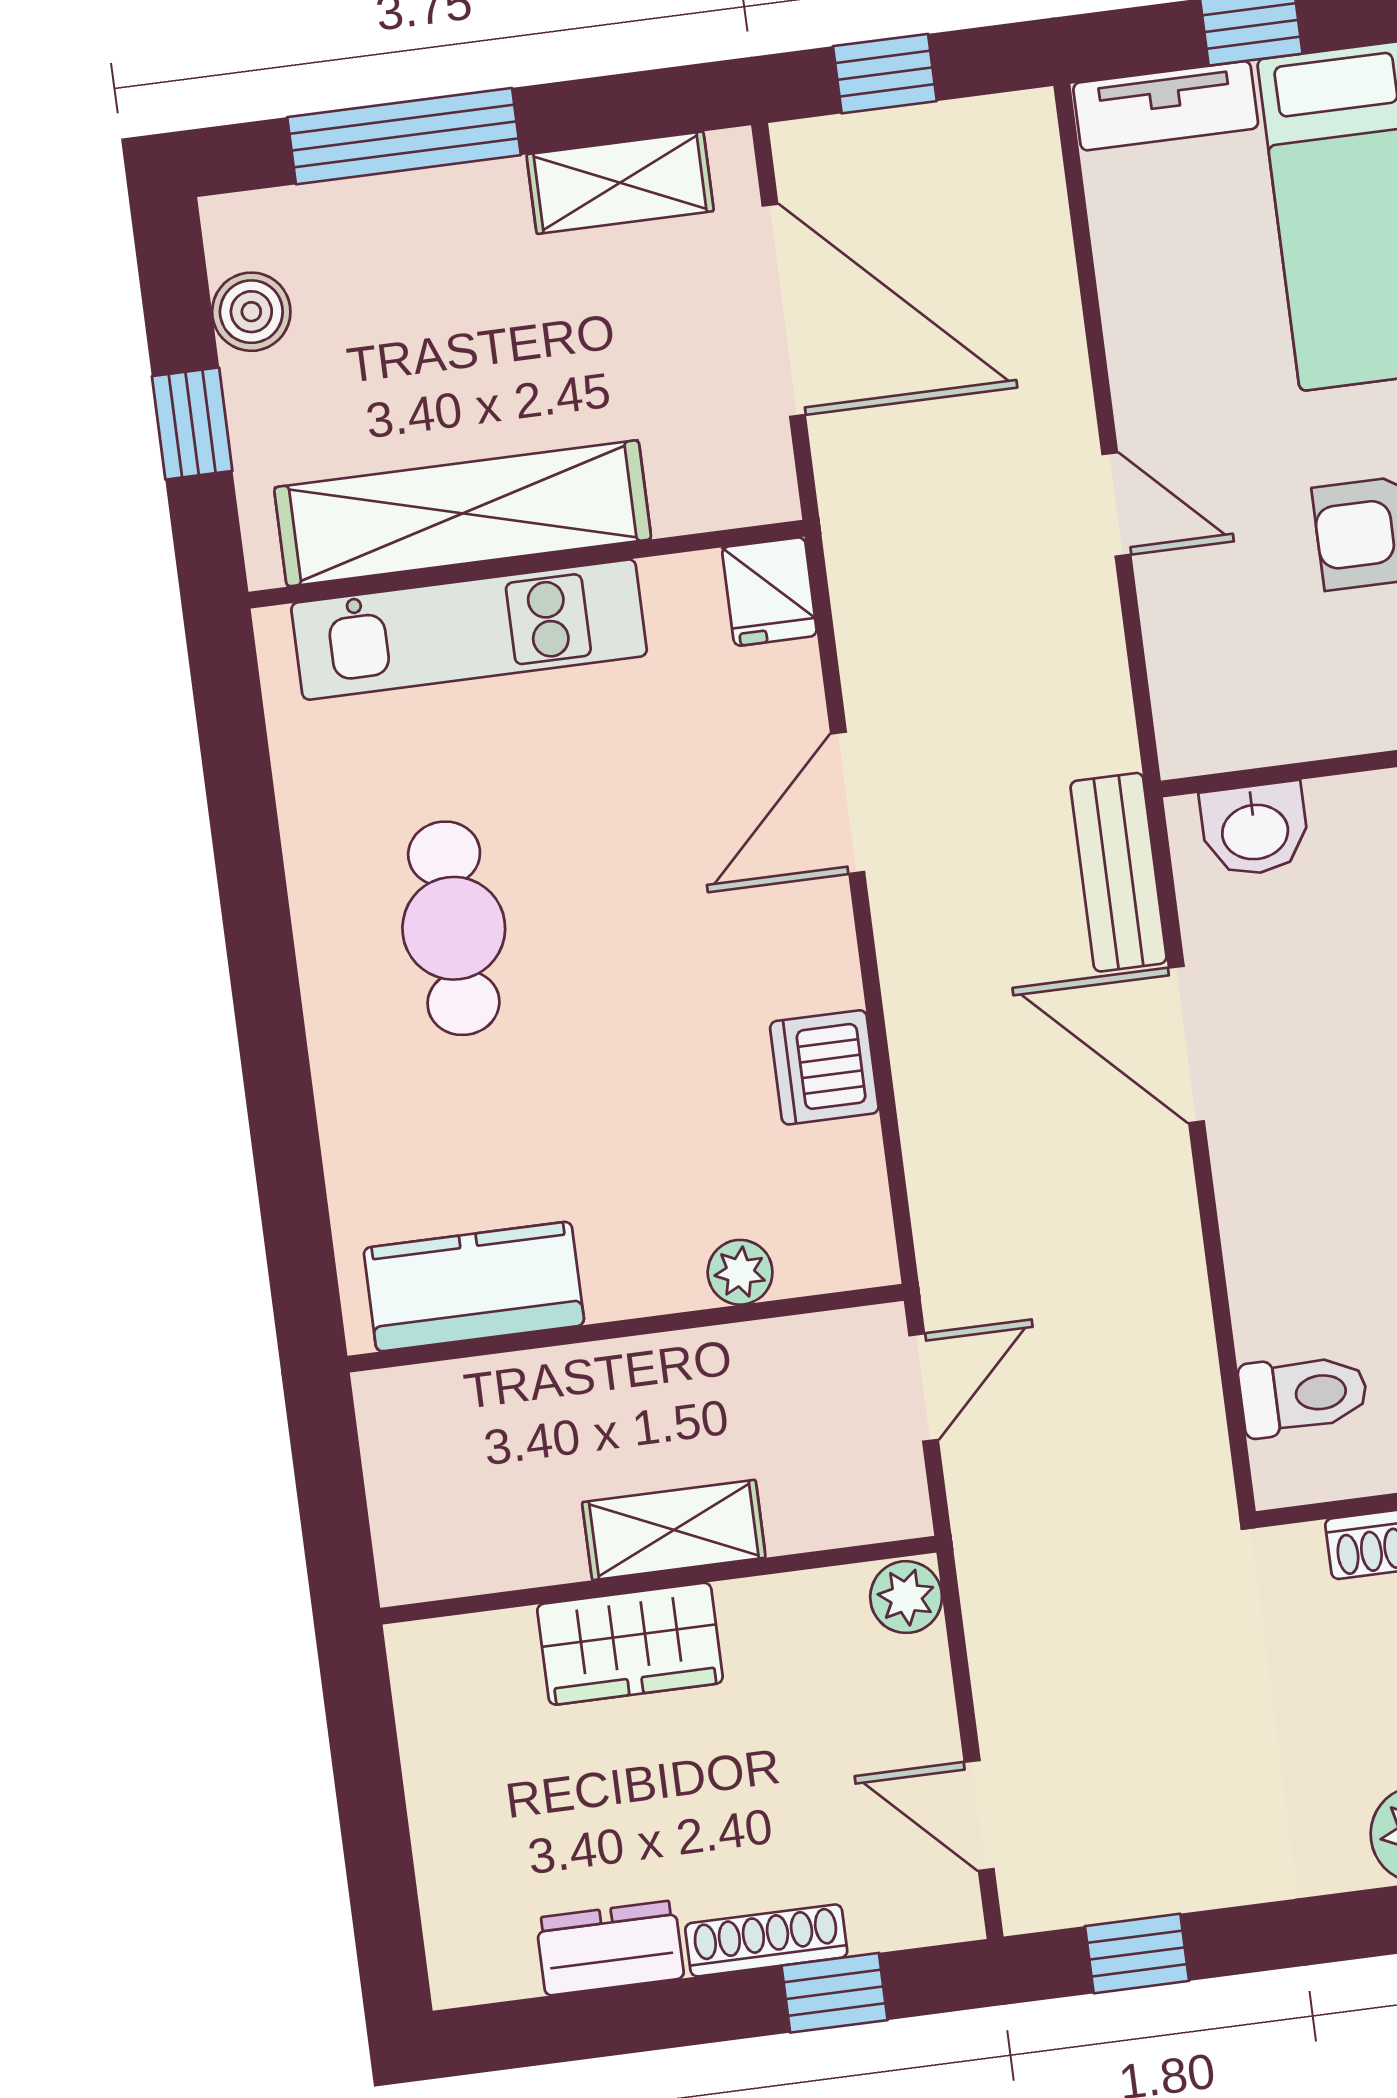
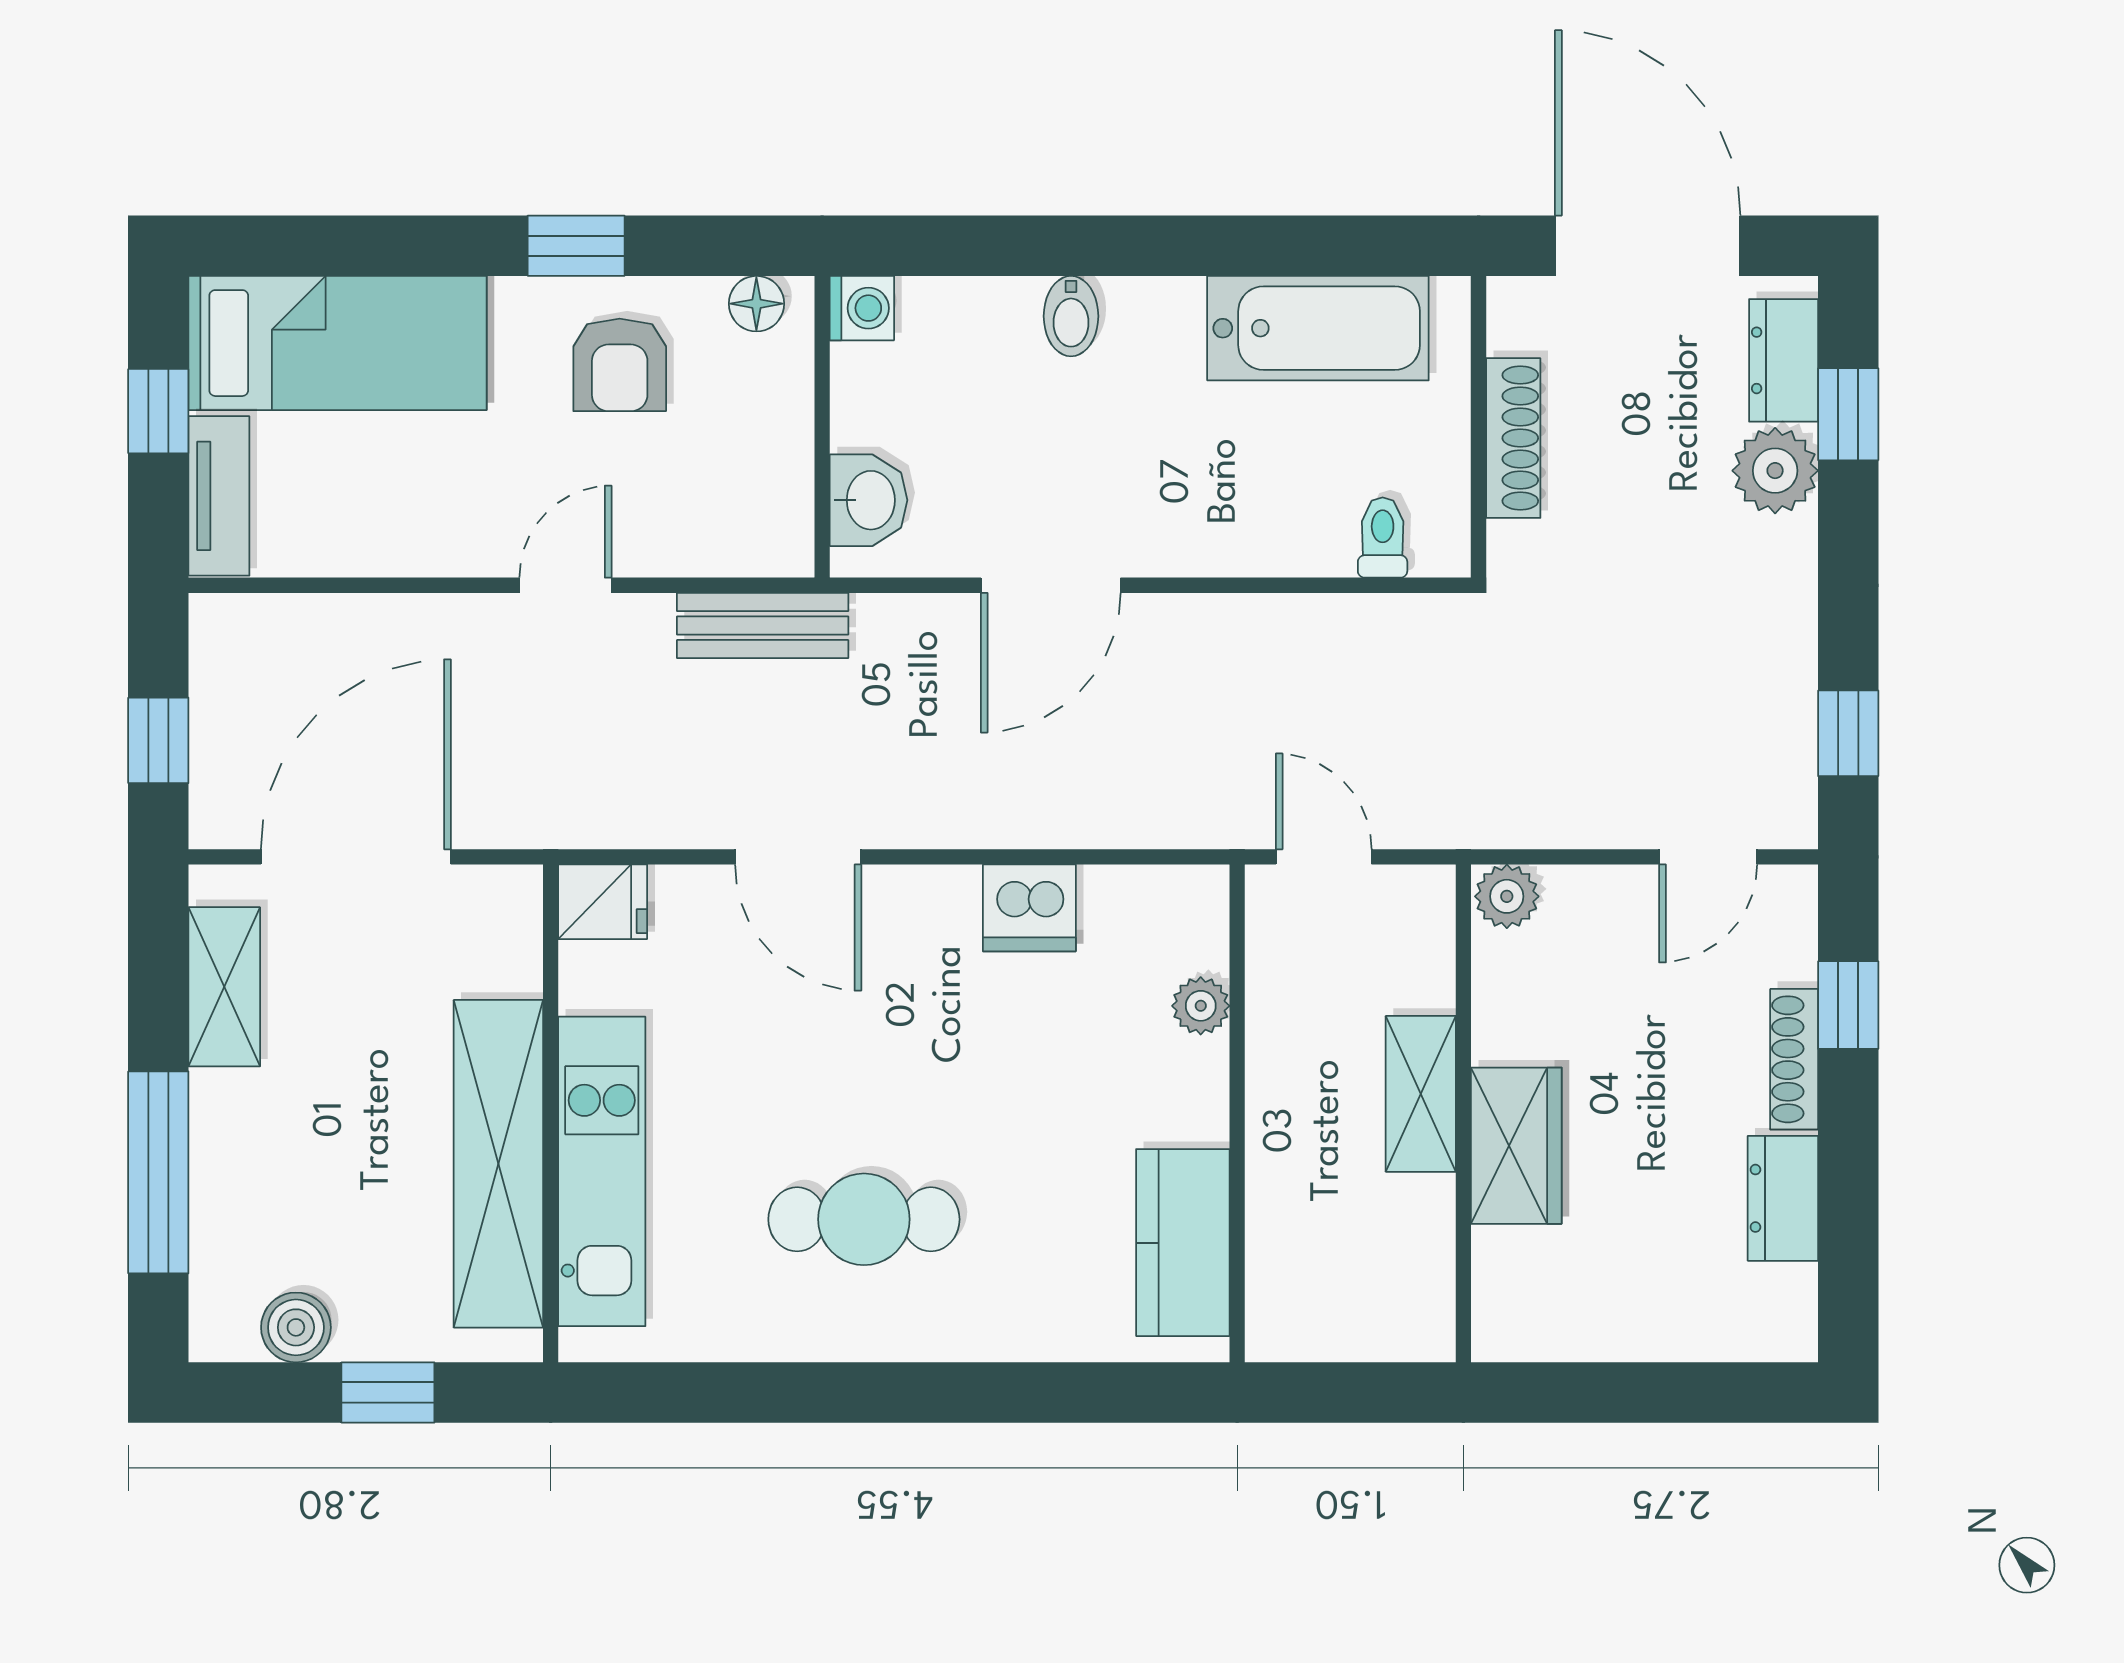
bench: (1119, 872) -> (763, 626), moved
toilet: (1303, 1395) -> (1383, 538), width x0.73, depth x0.72

